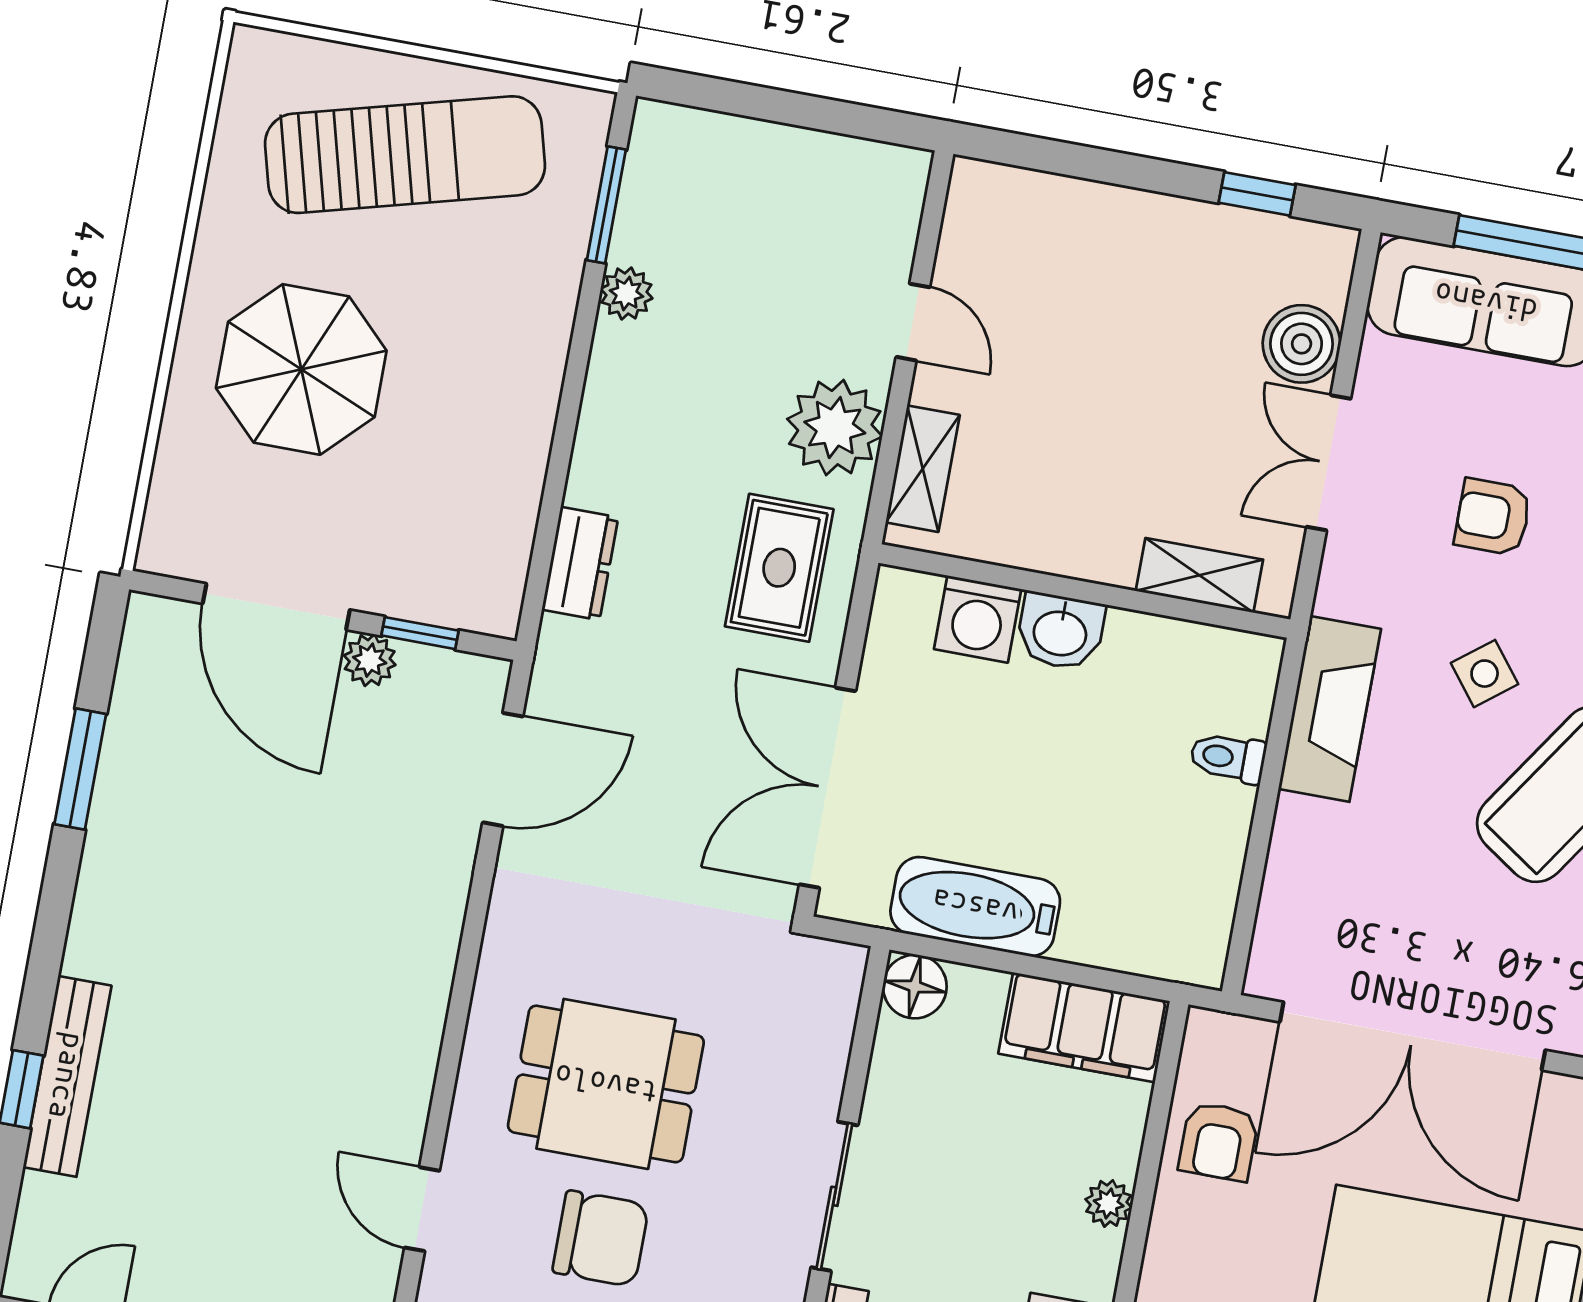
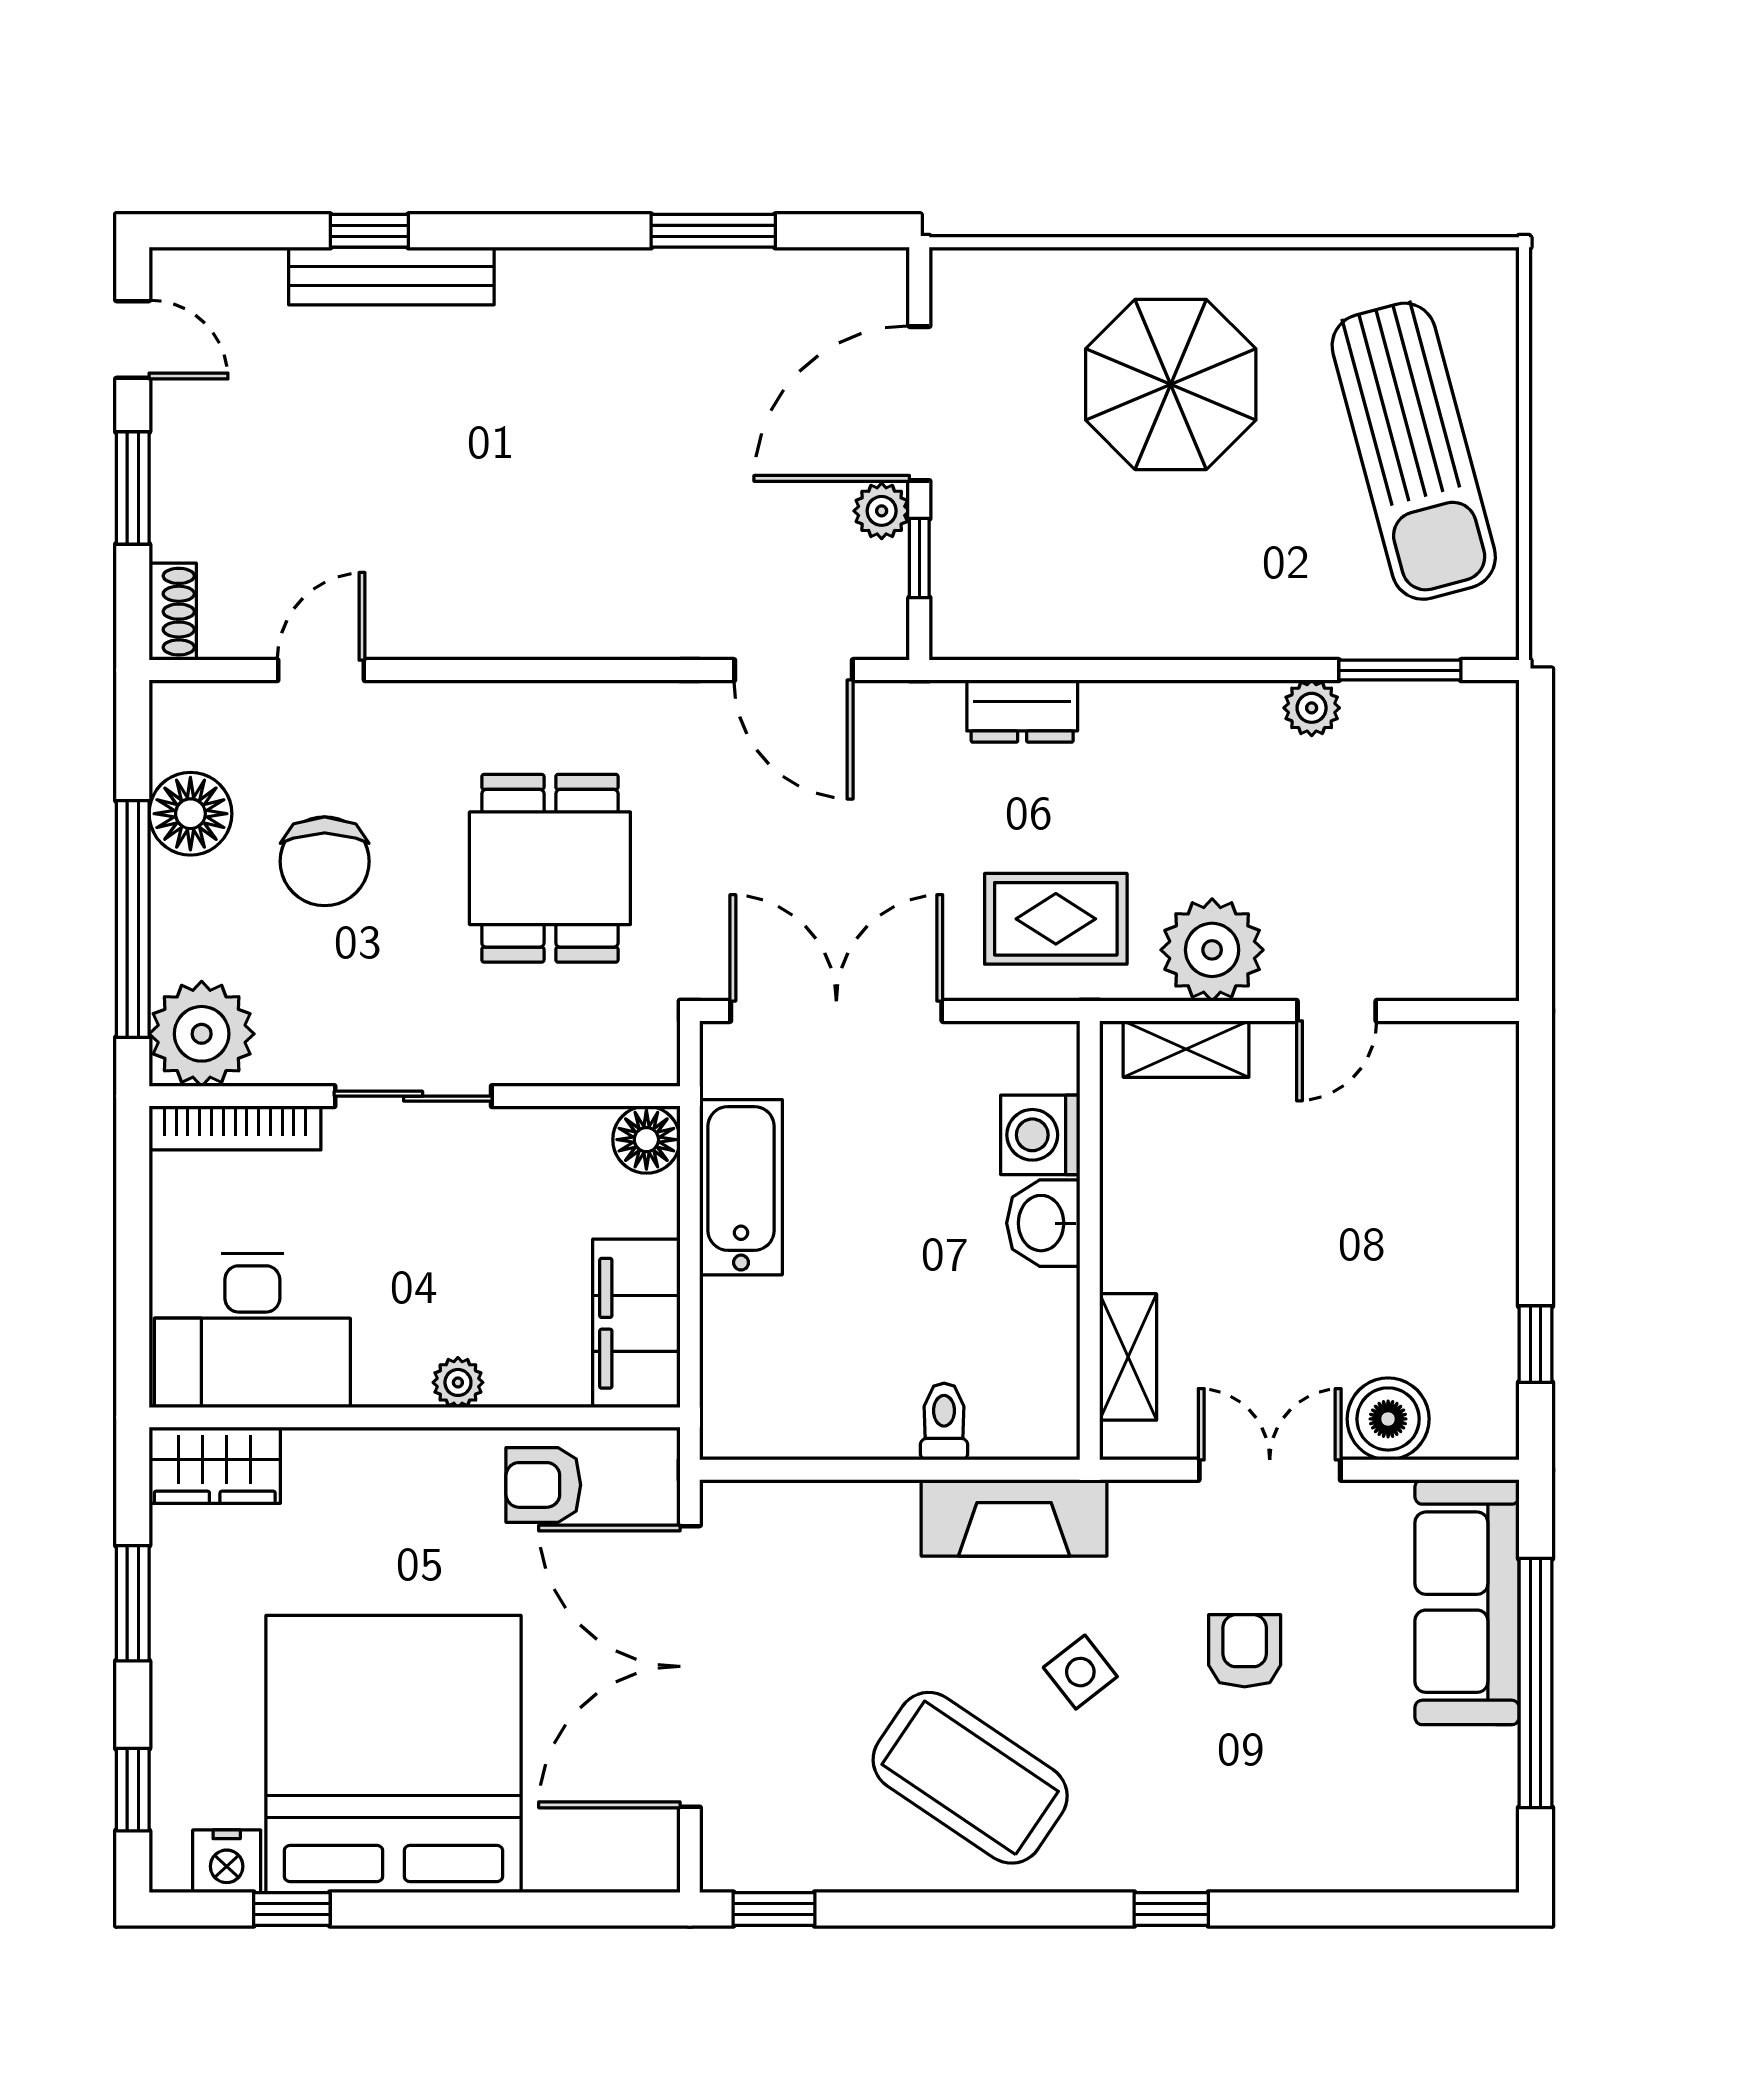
dining table: (606, 1084) -> (550, 868), moved

